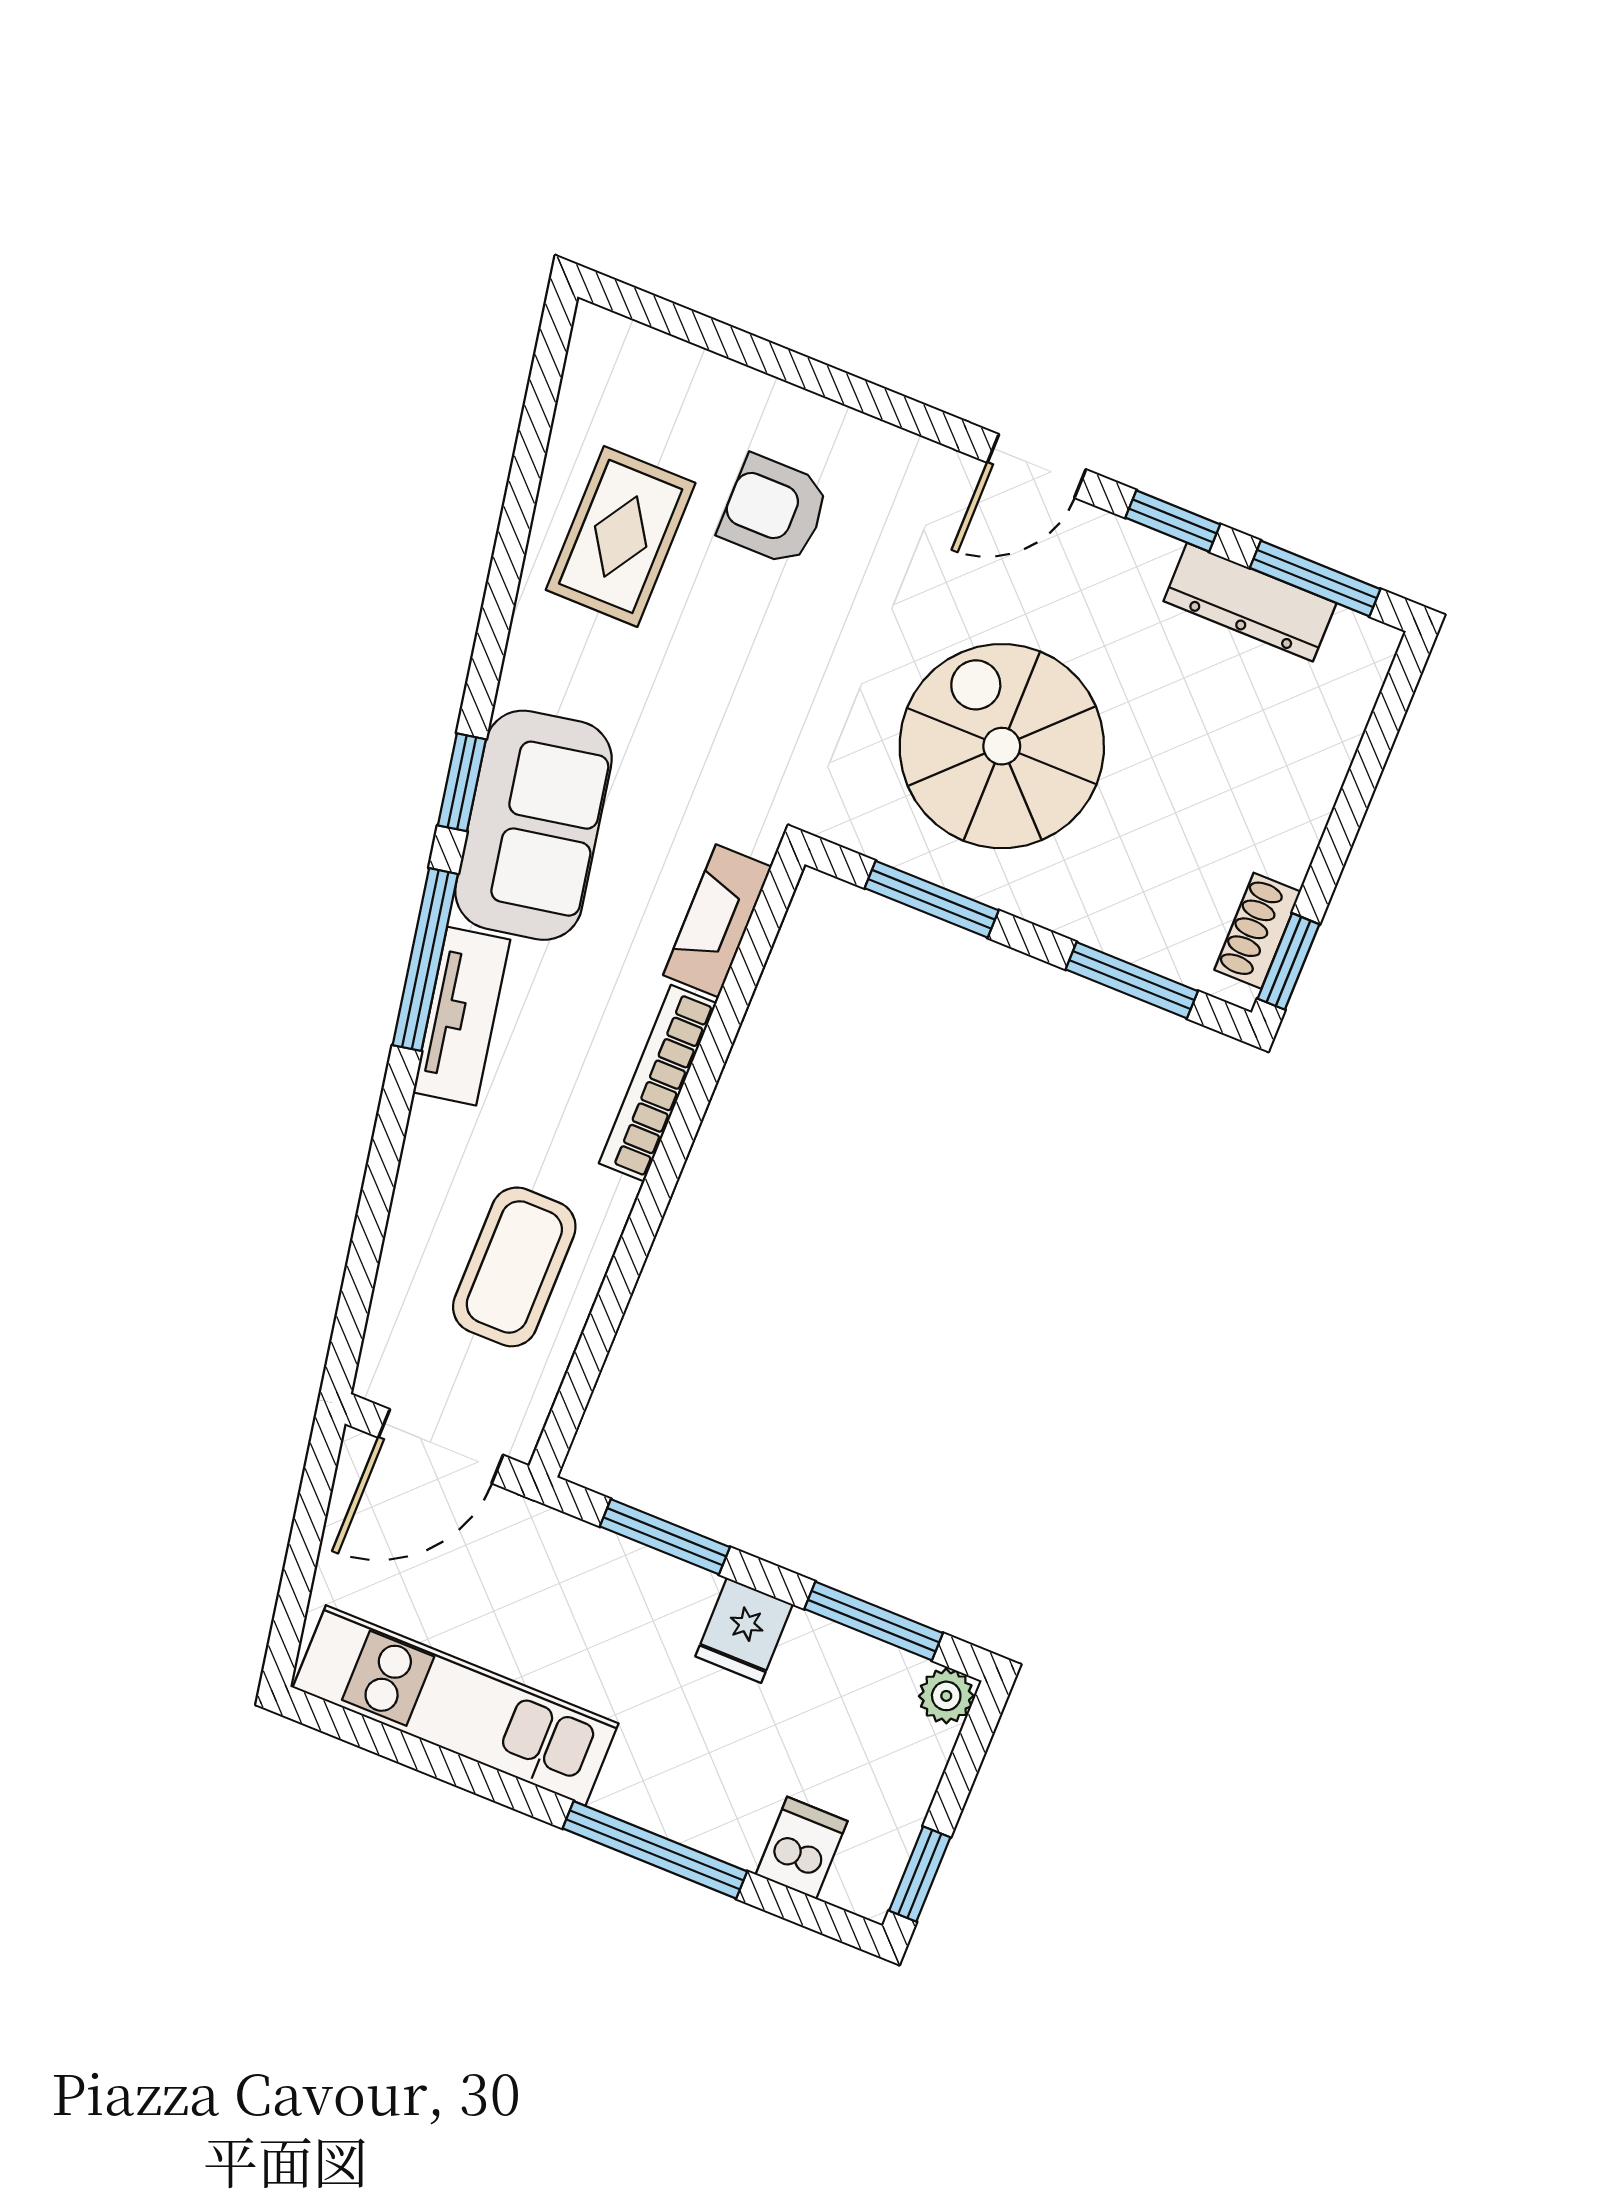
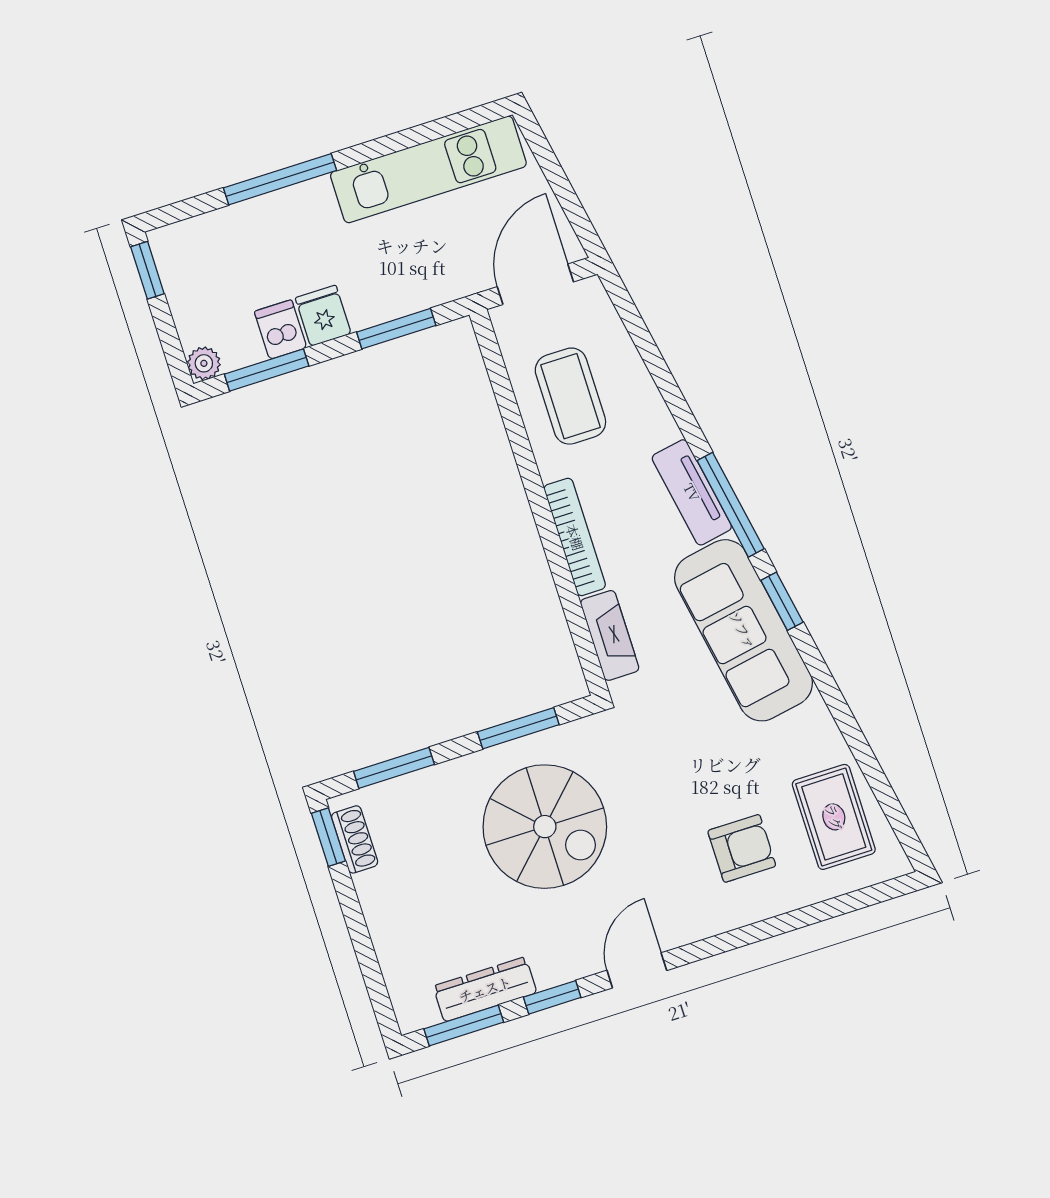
rug: (621, 536) -> (834, 817), moved
sofa: (534, 825) -> (743, 630), width x1.36
dishwasher: (802, 1848) -> (281, 330), moved, turned 180

